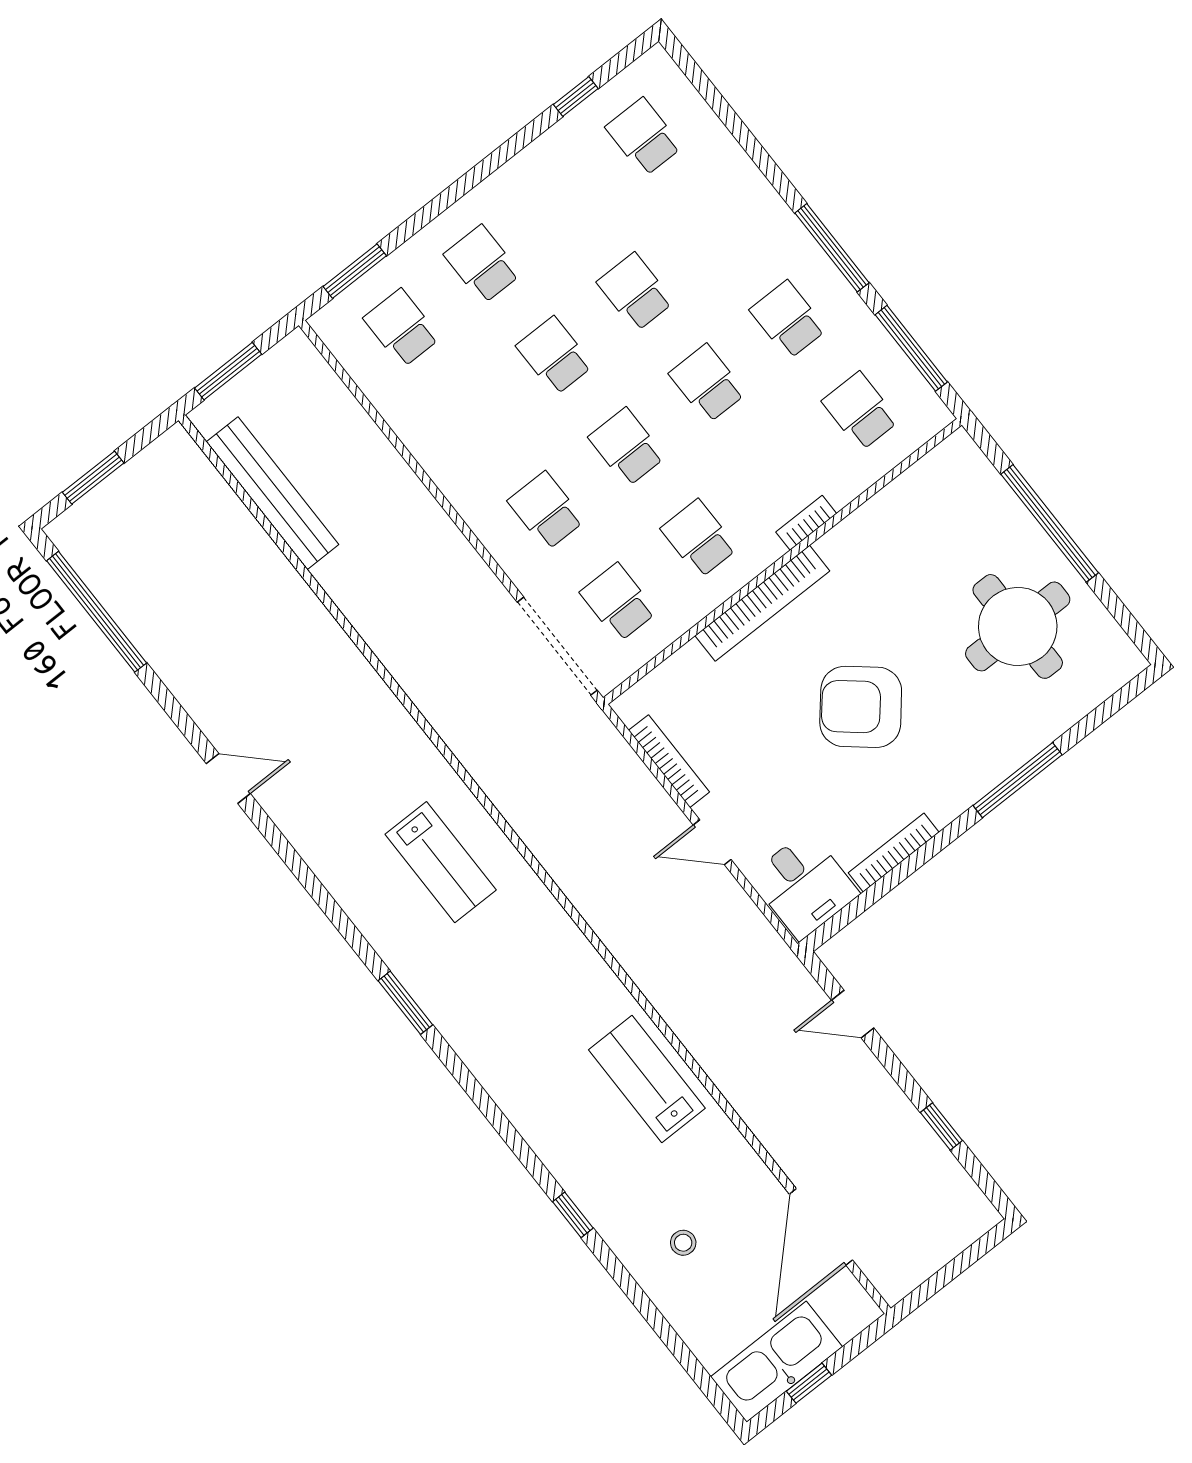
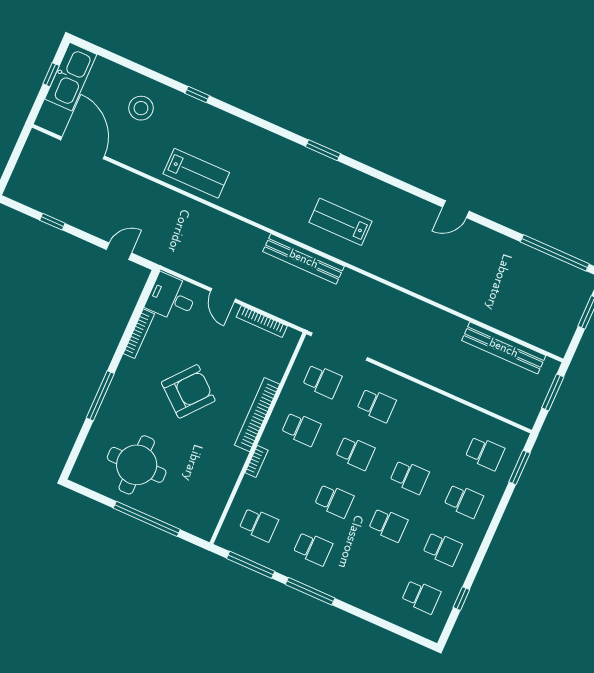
school desk: (563, 201) -> (442, 549), added
bench: (539, 832) -> (304, 259), added
door: (712, 842) -> (223, 295), swing flipped
stool: (683, 1243) -> (141, 108), width x1.89, depth x1.89

